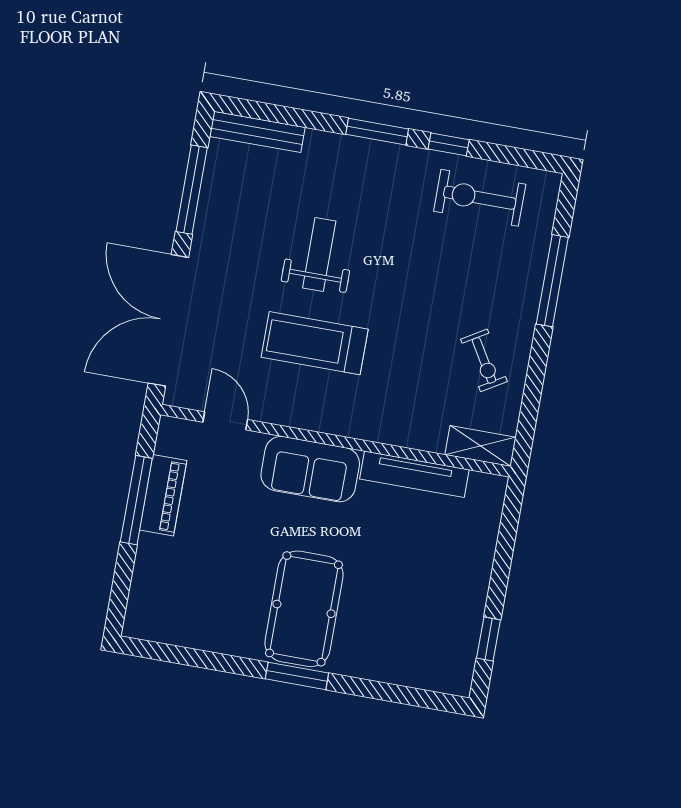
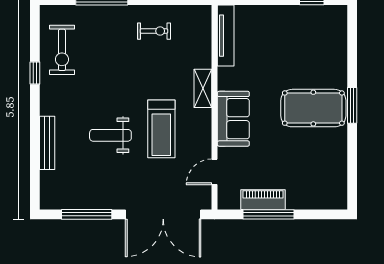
bench: (257, 132) -> (47, 143), moved
window: (377, 132) -> (35, 115), removed
exercise bike: (484, 360) -> (154, 31), turned 31
shelving: (480, 446) -> (203, 88), moved
tv unit: (414, 474) -> (226, 36), moved

